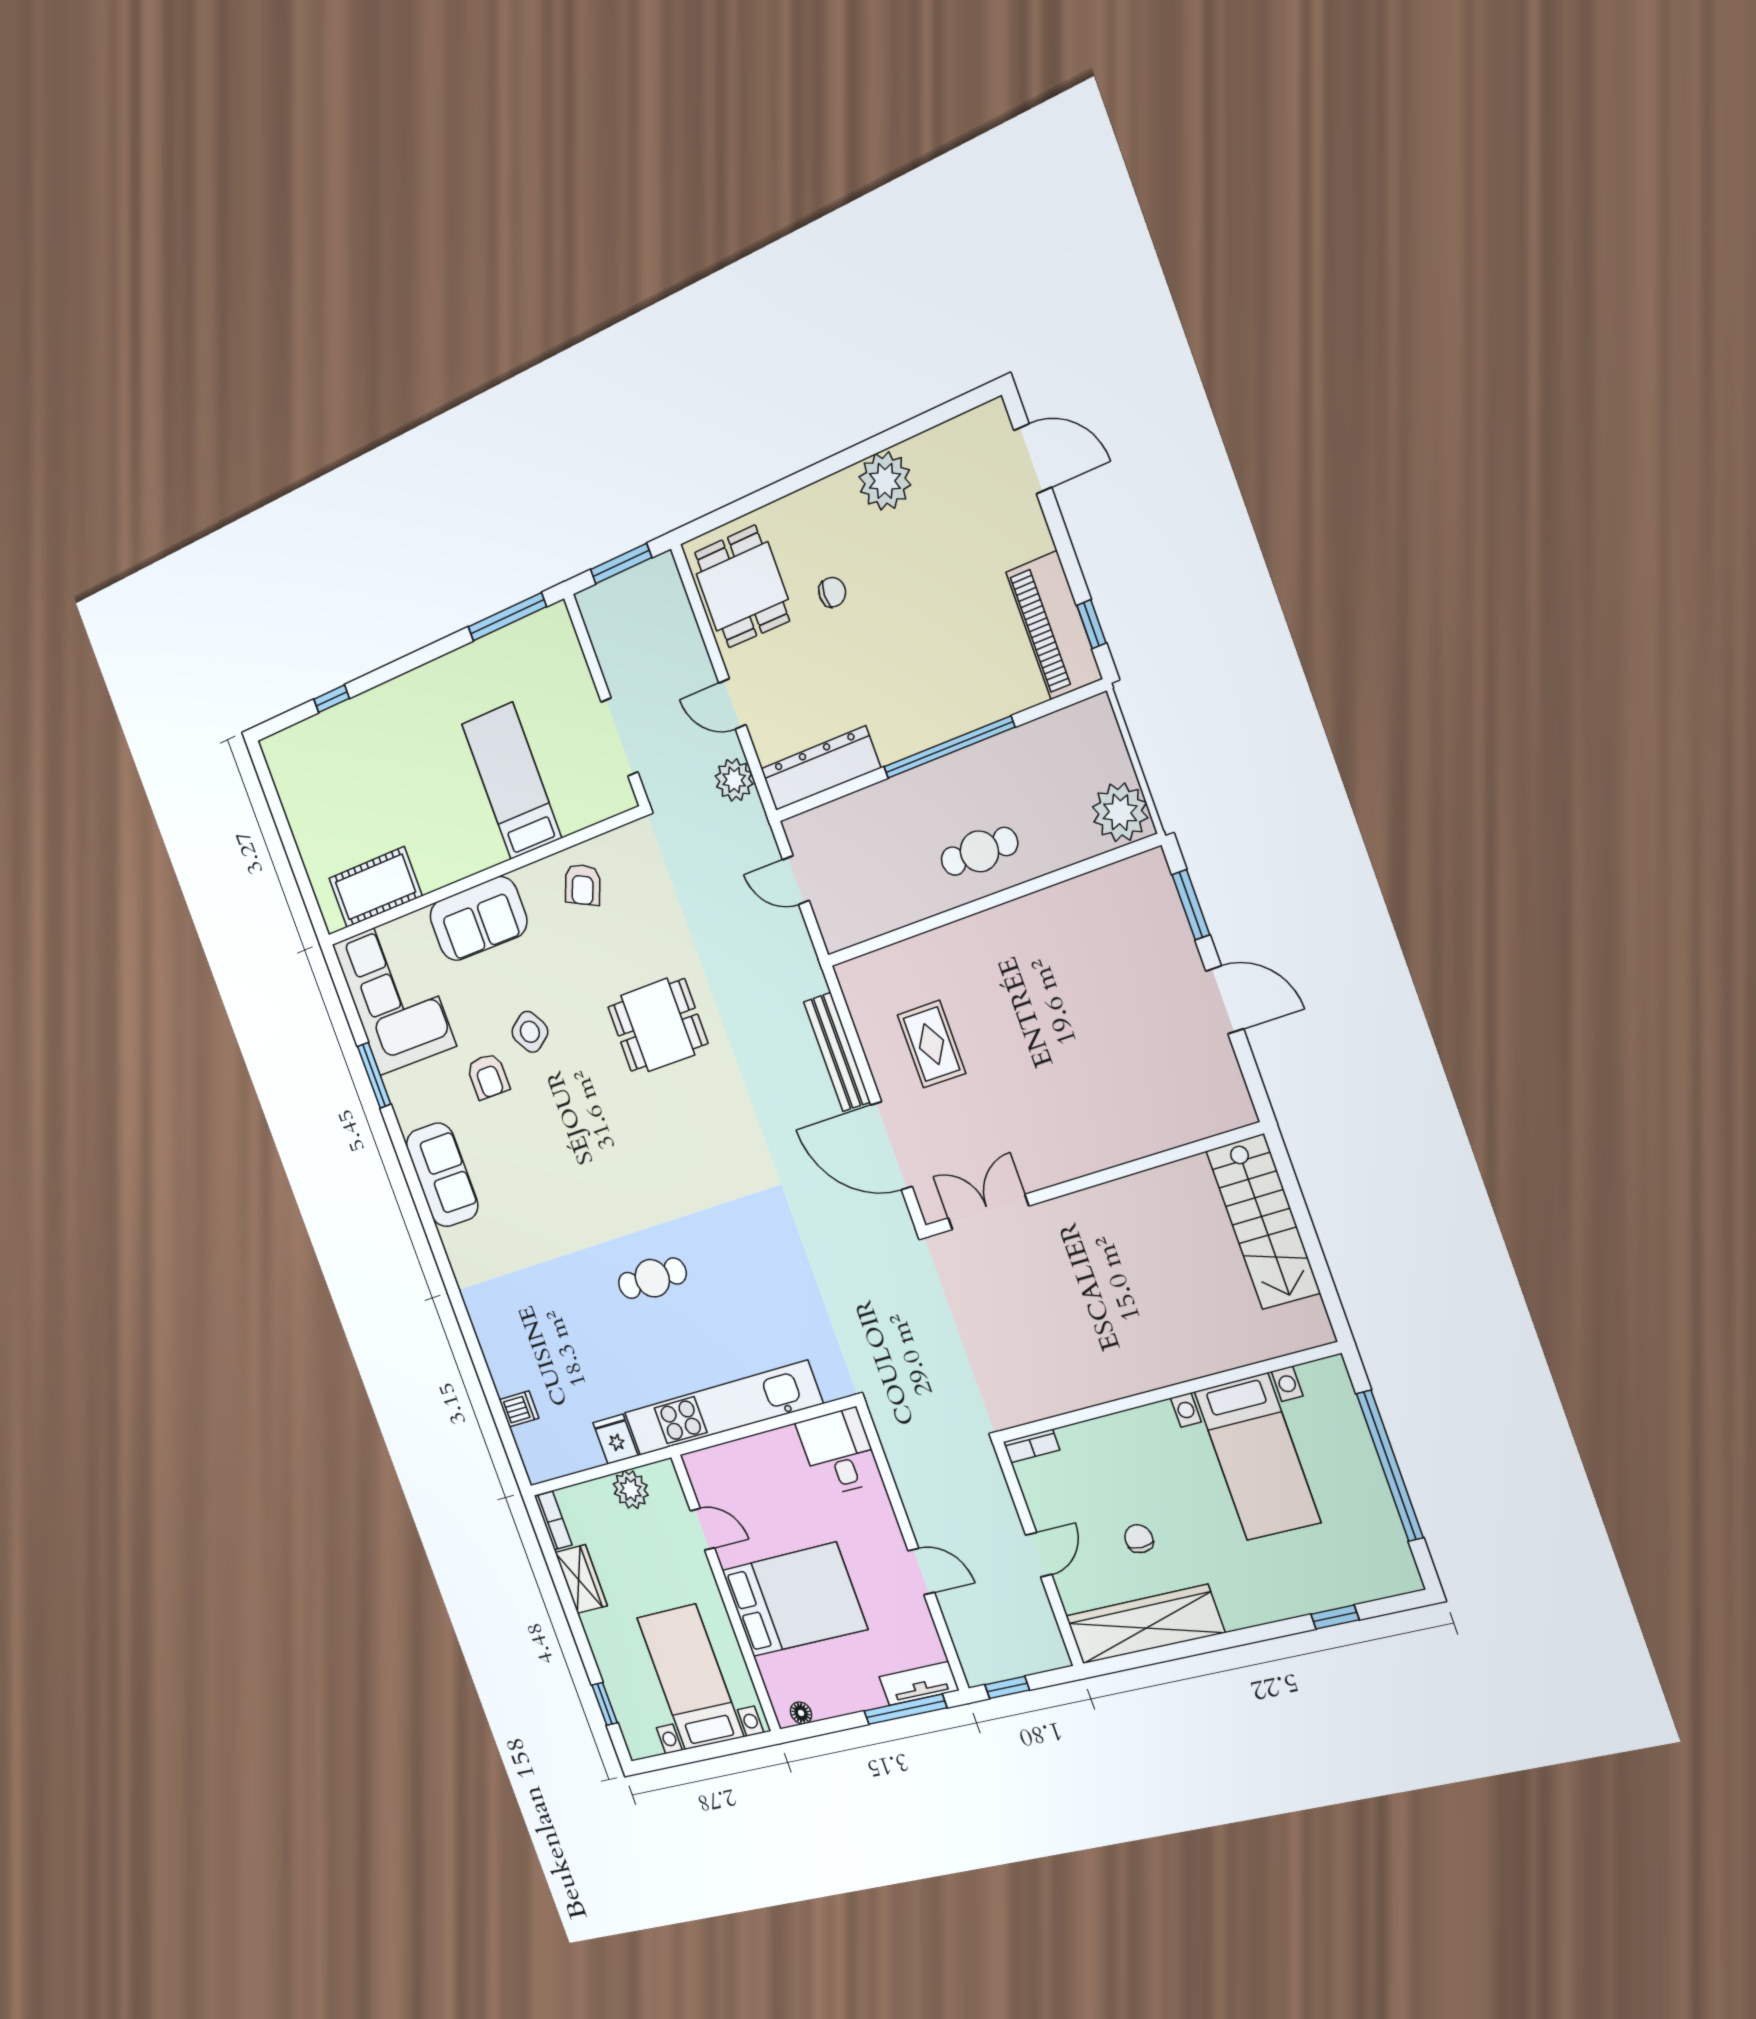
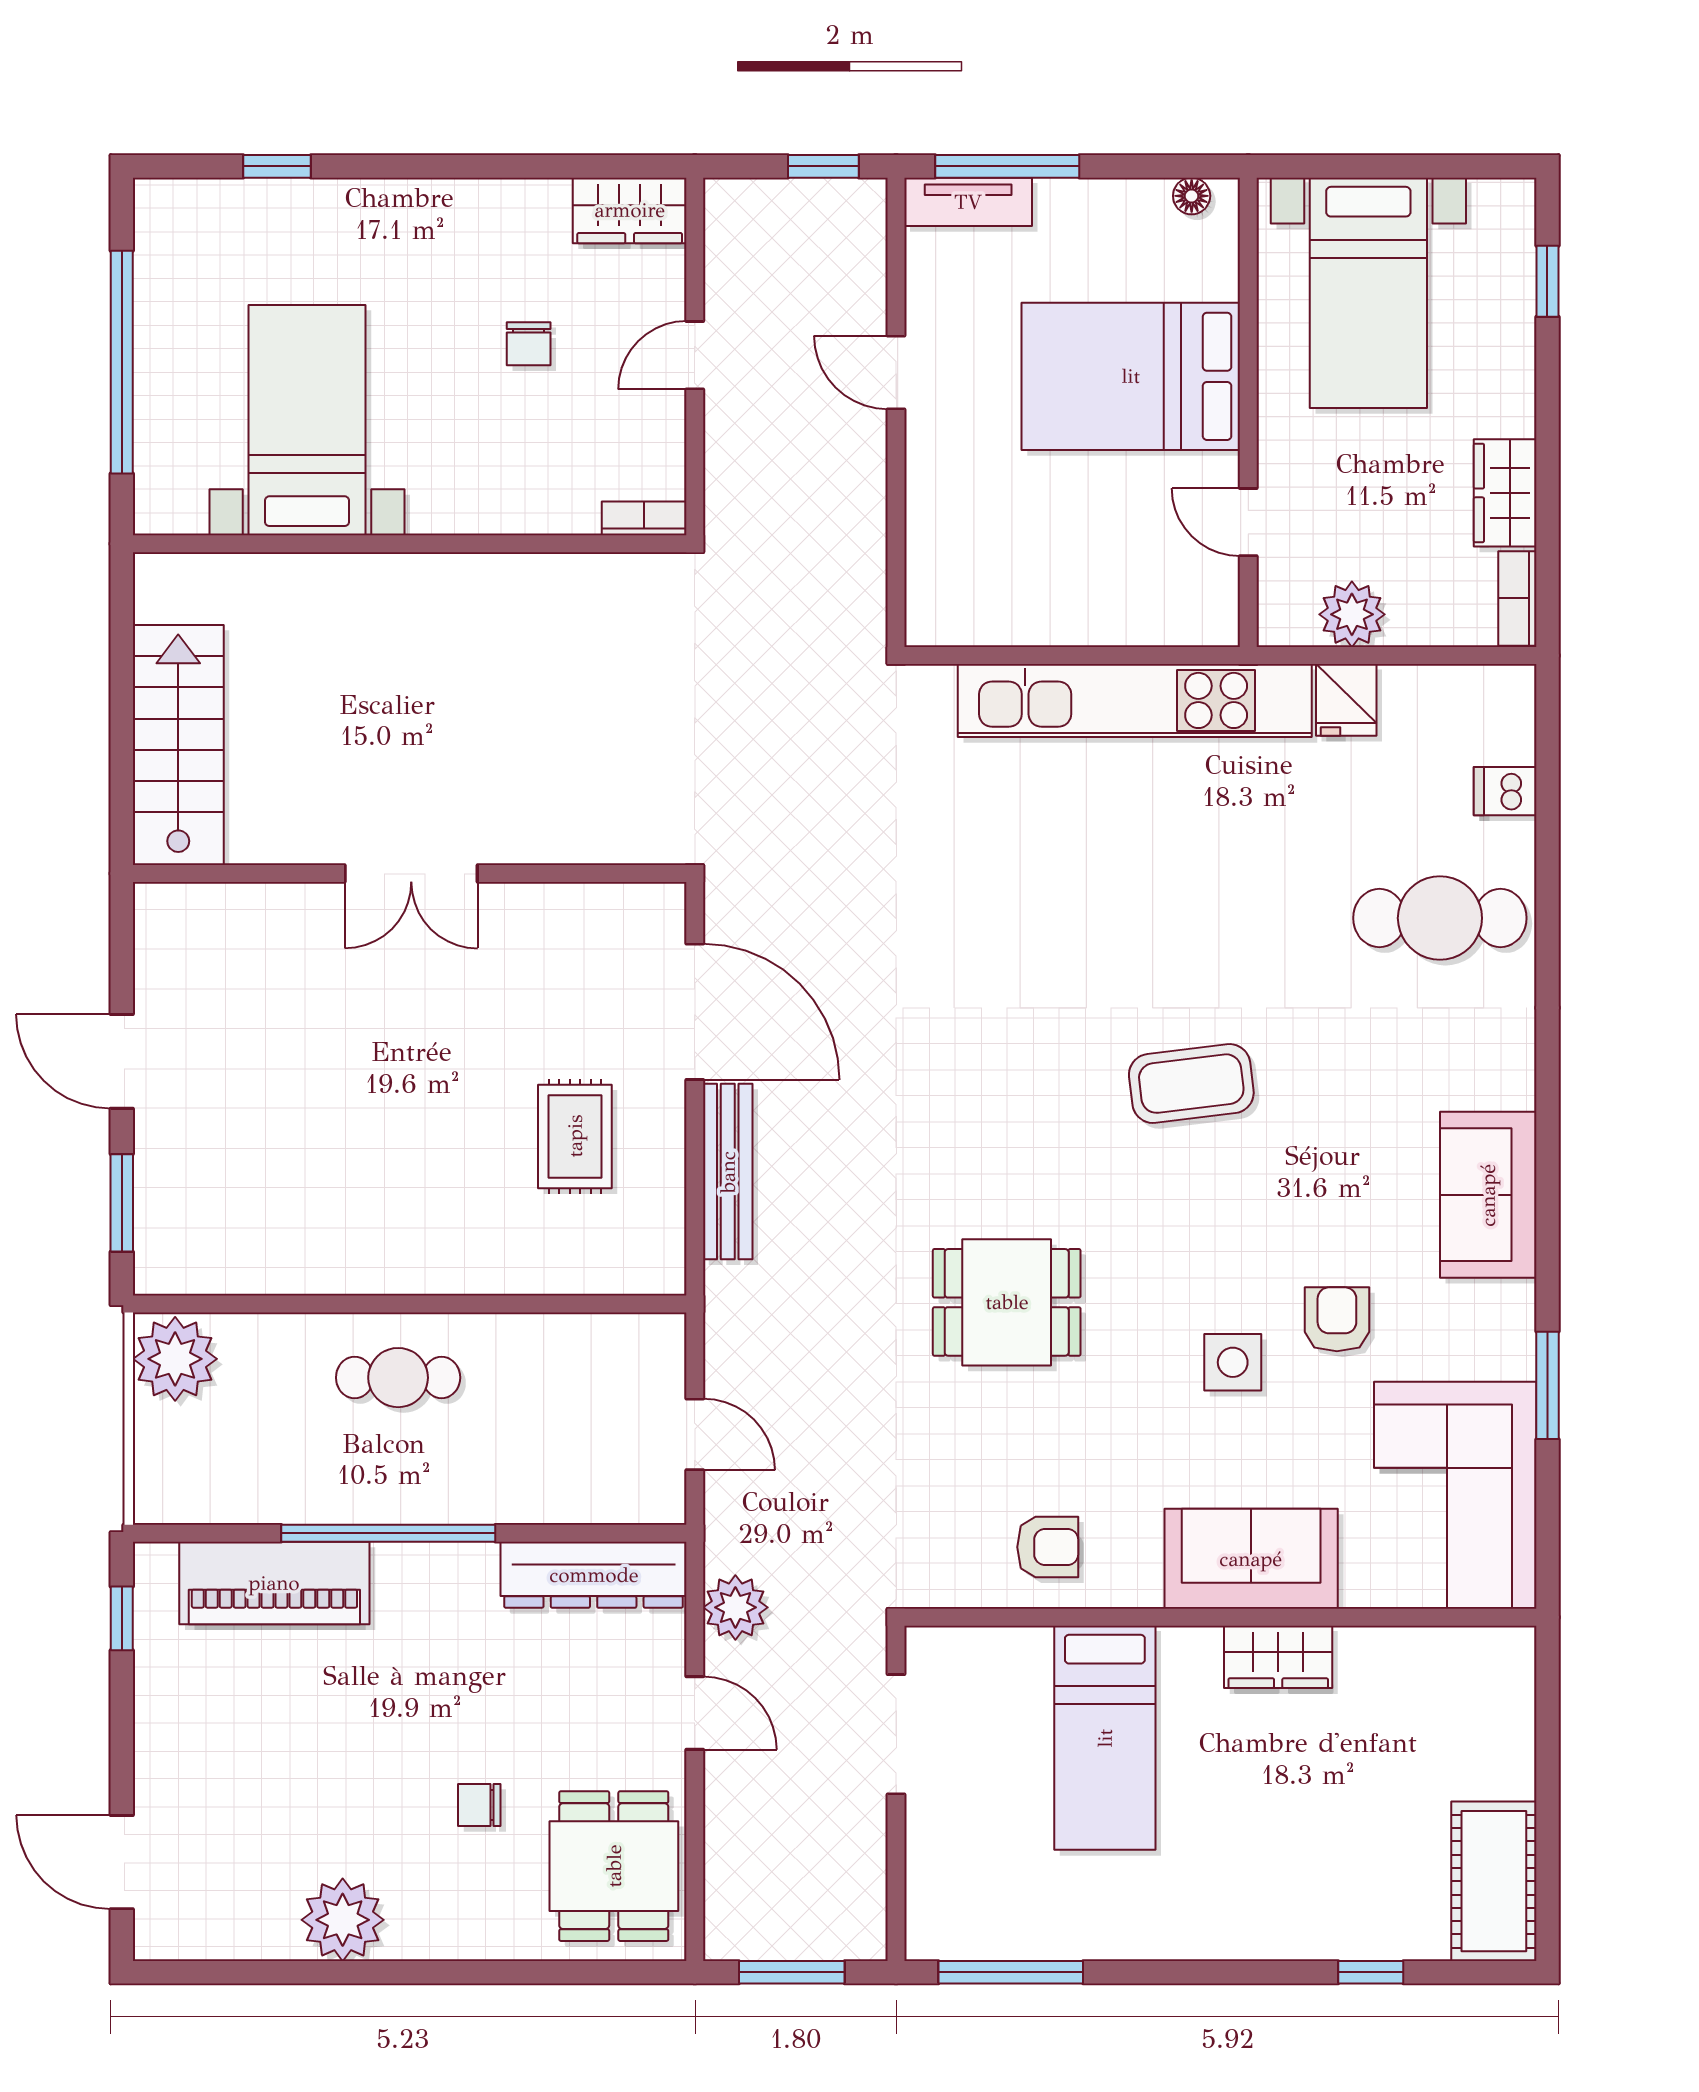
piano: (1054, 625) -> (274, 1583), moved, turned 90
wardrobe: (444, 866) -> (1278, 1657), added
armchair: (583, 885) -> (1048, 1547), turned 66
cot: (375, 887) -> (1494, 1881), moved, turned 90
side table: (530, 1032) -> (1233, 1362), turned 34
coffee table: (611, 1190) -> (1191, 1084), added
double door: (988, 1212) -> (411, 874), moved
cafe table: (652, 1278) -> (1440, 918), moved, width x1.37, depth x1.35
desk: (839, 1452) -> (962, 585), removed
wardrobe: (1145, 1624) -> (630, 210), width x0.48, depth x0.85

